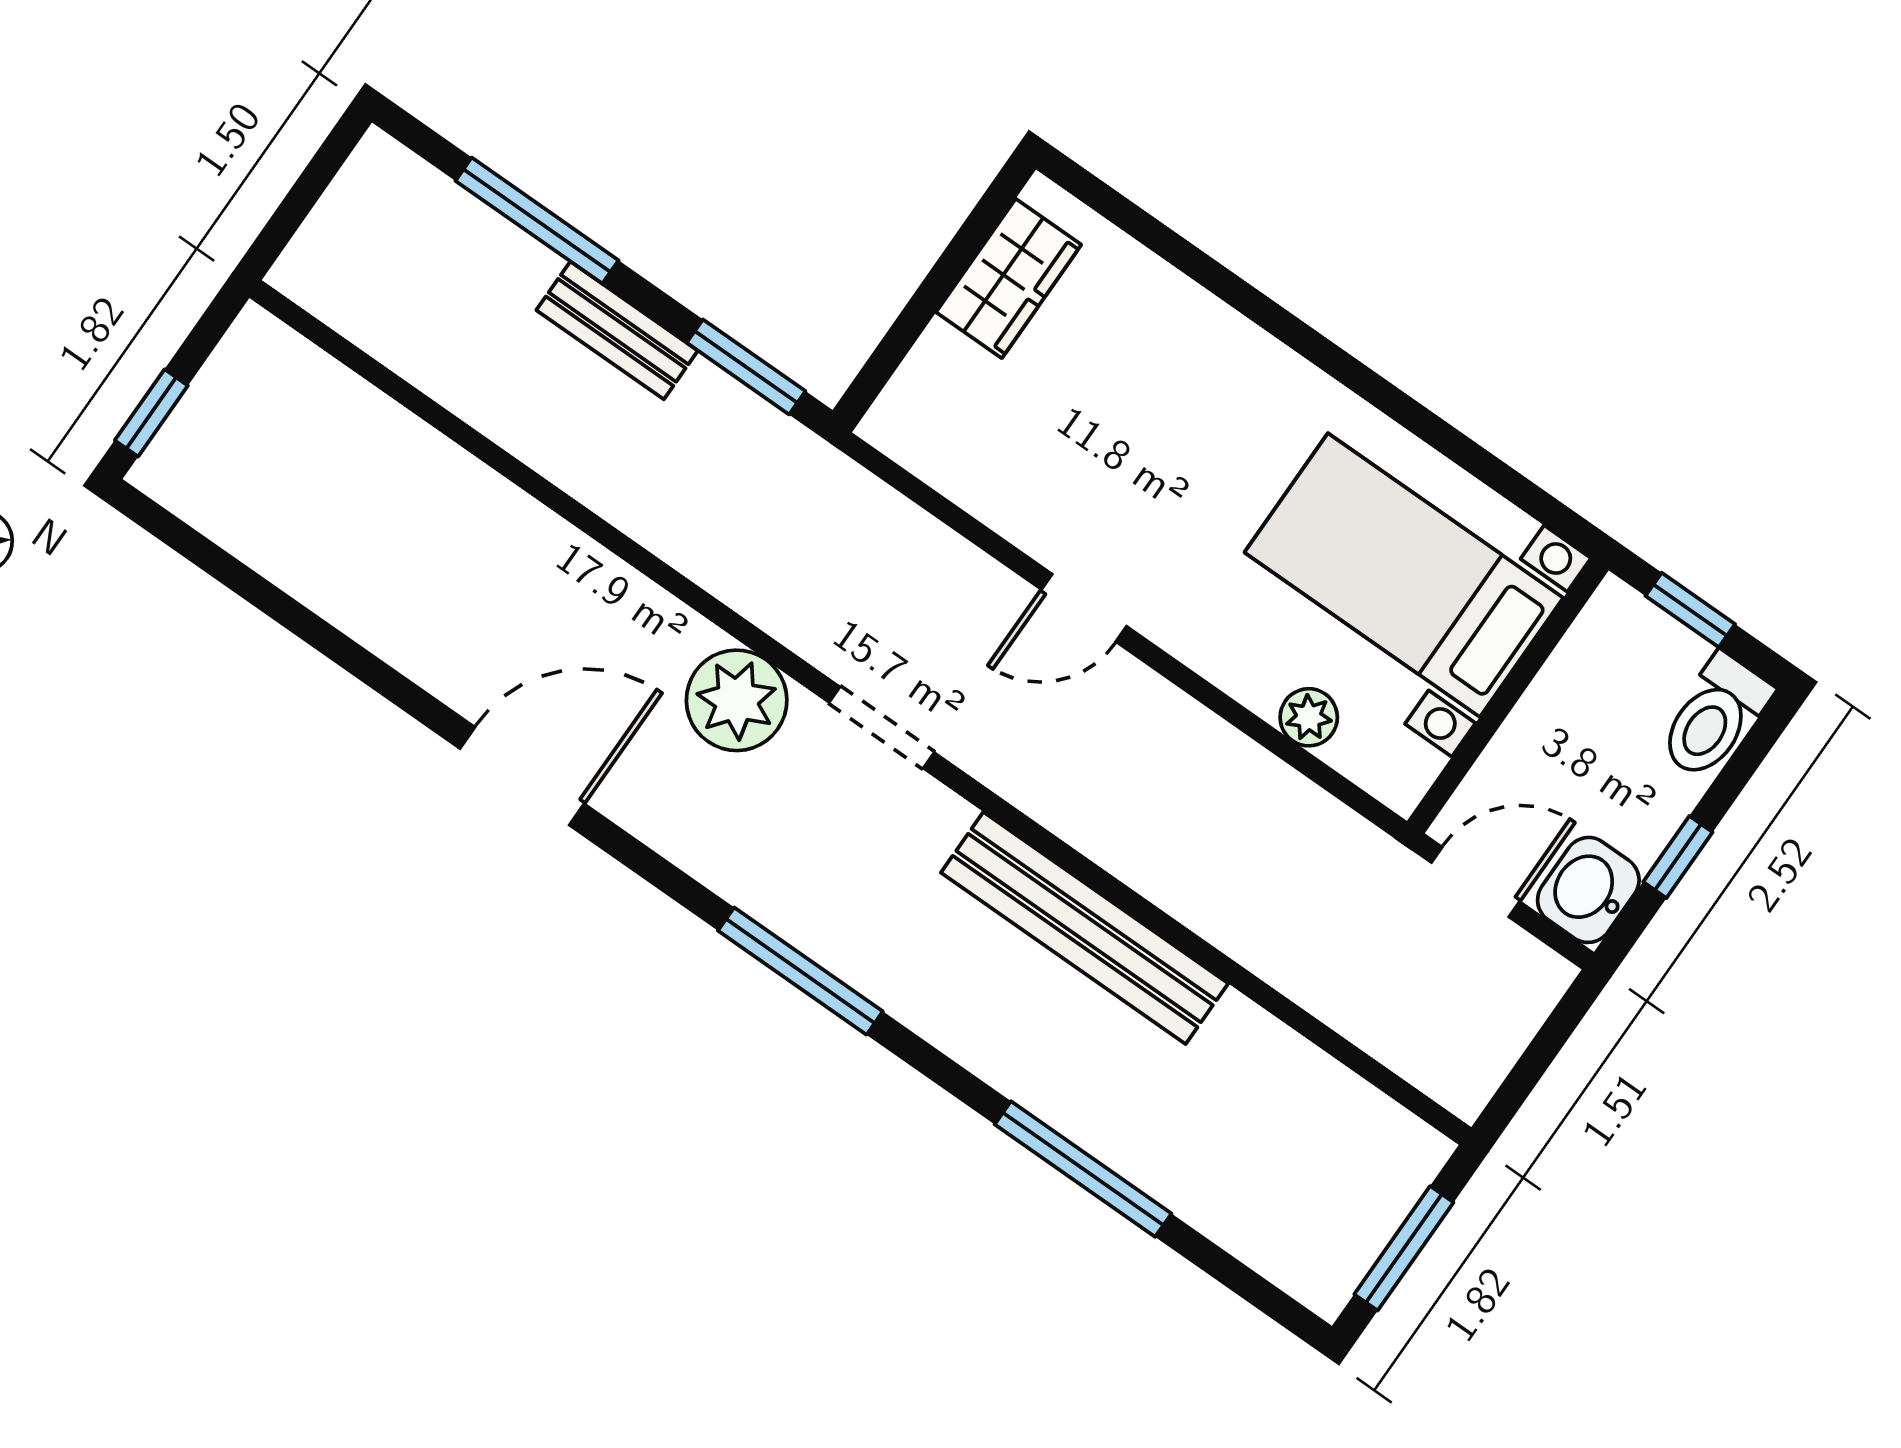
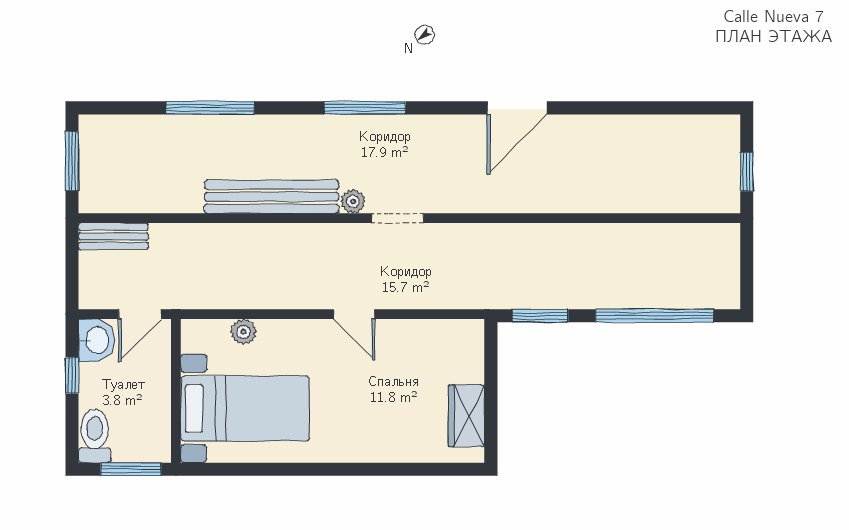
window: (537, 221) -> (655, 316), width x1.46
bench: (617, 330) -> (113, 236), moved
window: (151, 413) -> (747, 172), moved
door: (1084, 608) -> (354, 314), swing flipped
window: (1690, 610) -> (131, 469), width x1.50
plant: (737, 700) -> (353, 201), moved, width x0.53, depth x0.53

